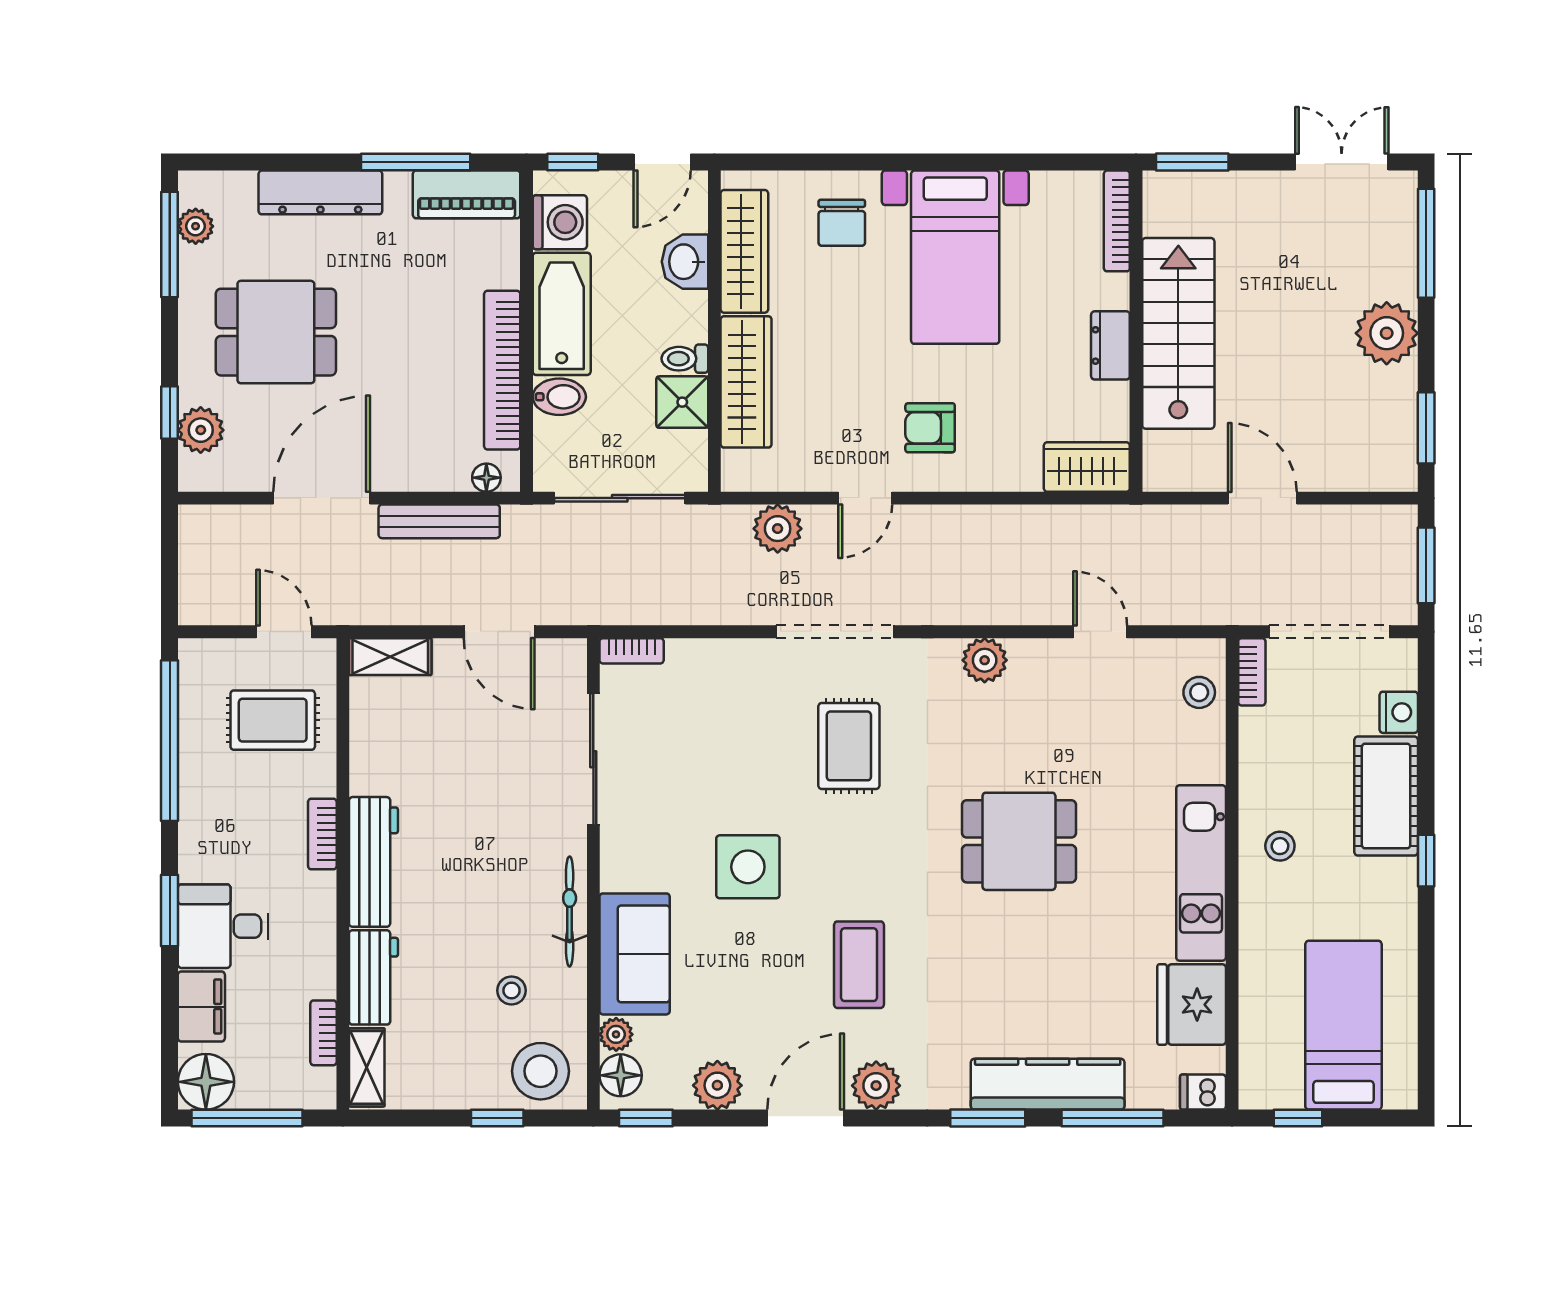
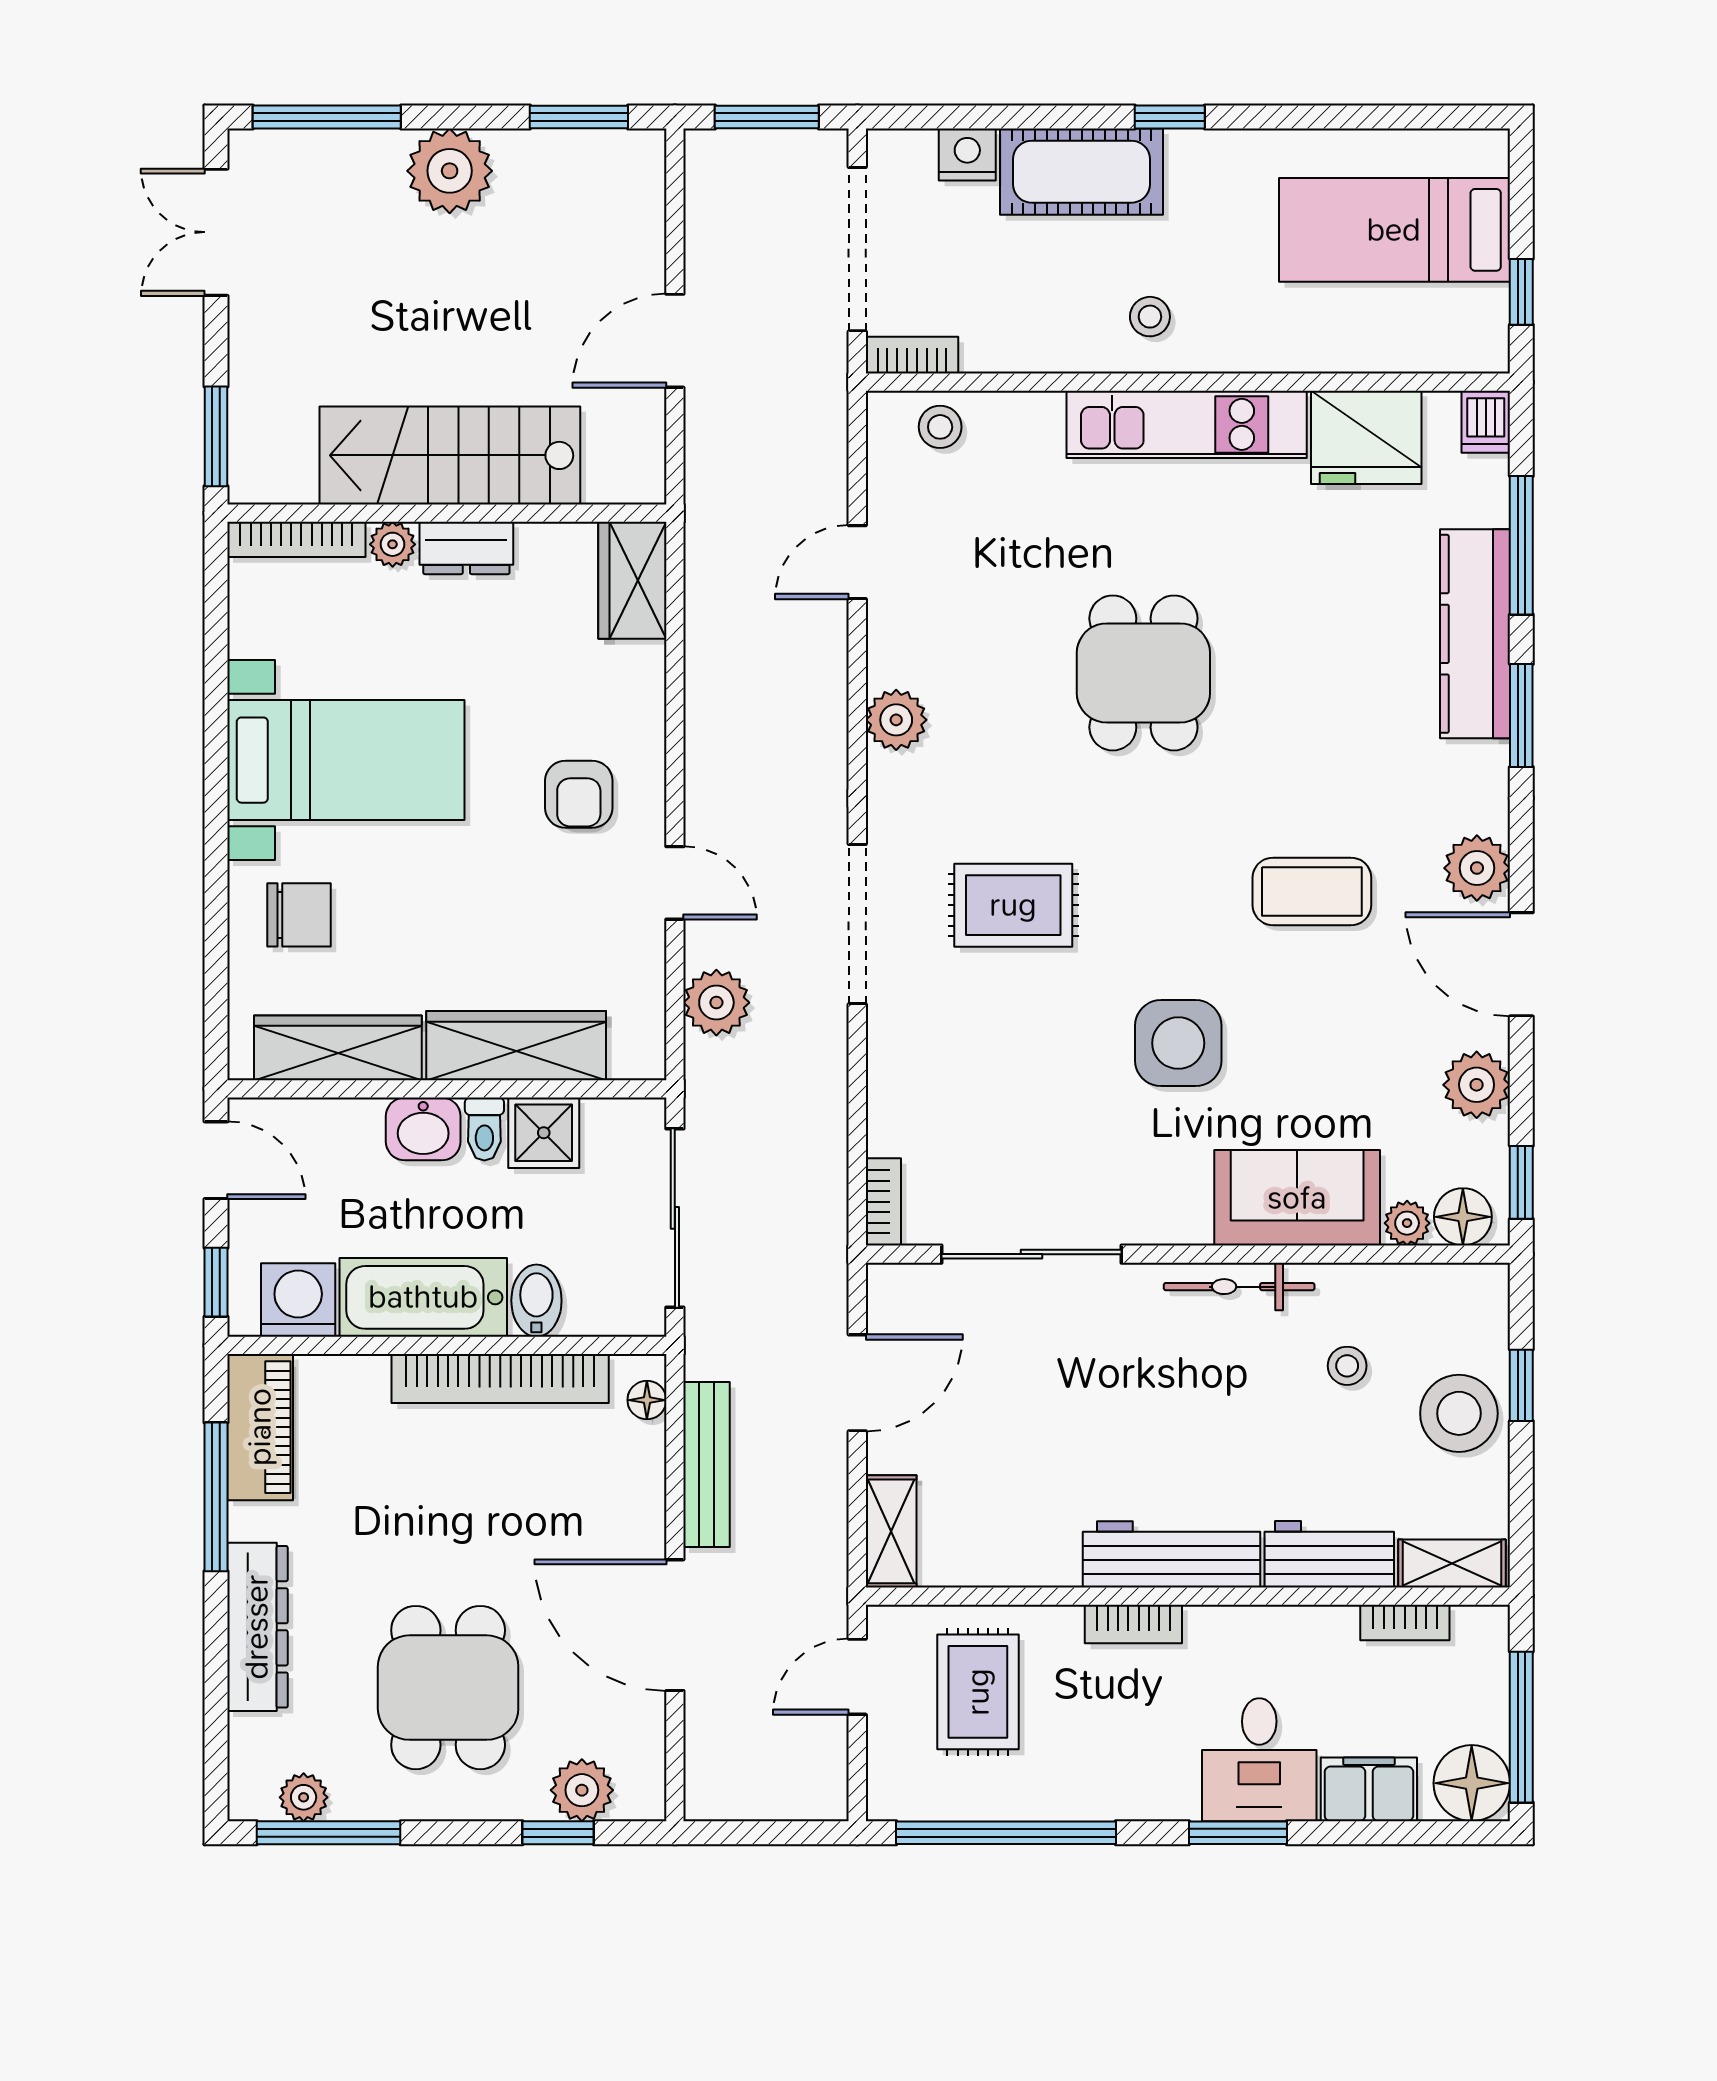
washbasin: (685, 262) -> (423, 1129), moved
plant: (1113, 291) -> (393, 544), added
stool: (541, 1071) -> (1459, 1413), moved

